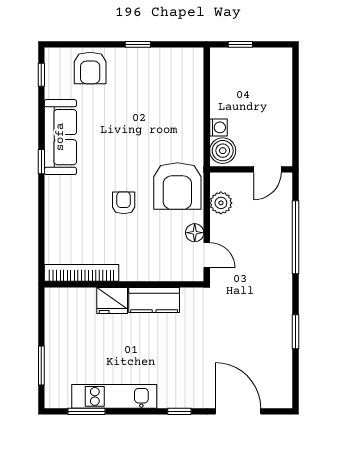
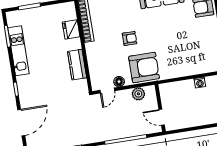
washing machine: (218, 127) -> (200, 83), moved
boiler: (223, 151) -> (168, 90), removed
armchair: (177, 186) -> (144, 67), turned 180
fridge: (112, 300) -> (71, 29), moved

